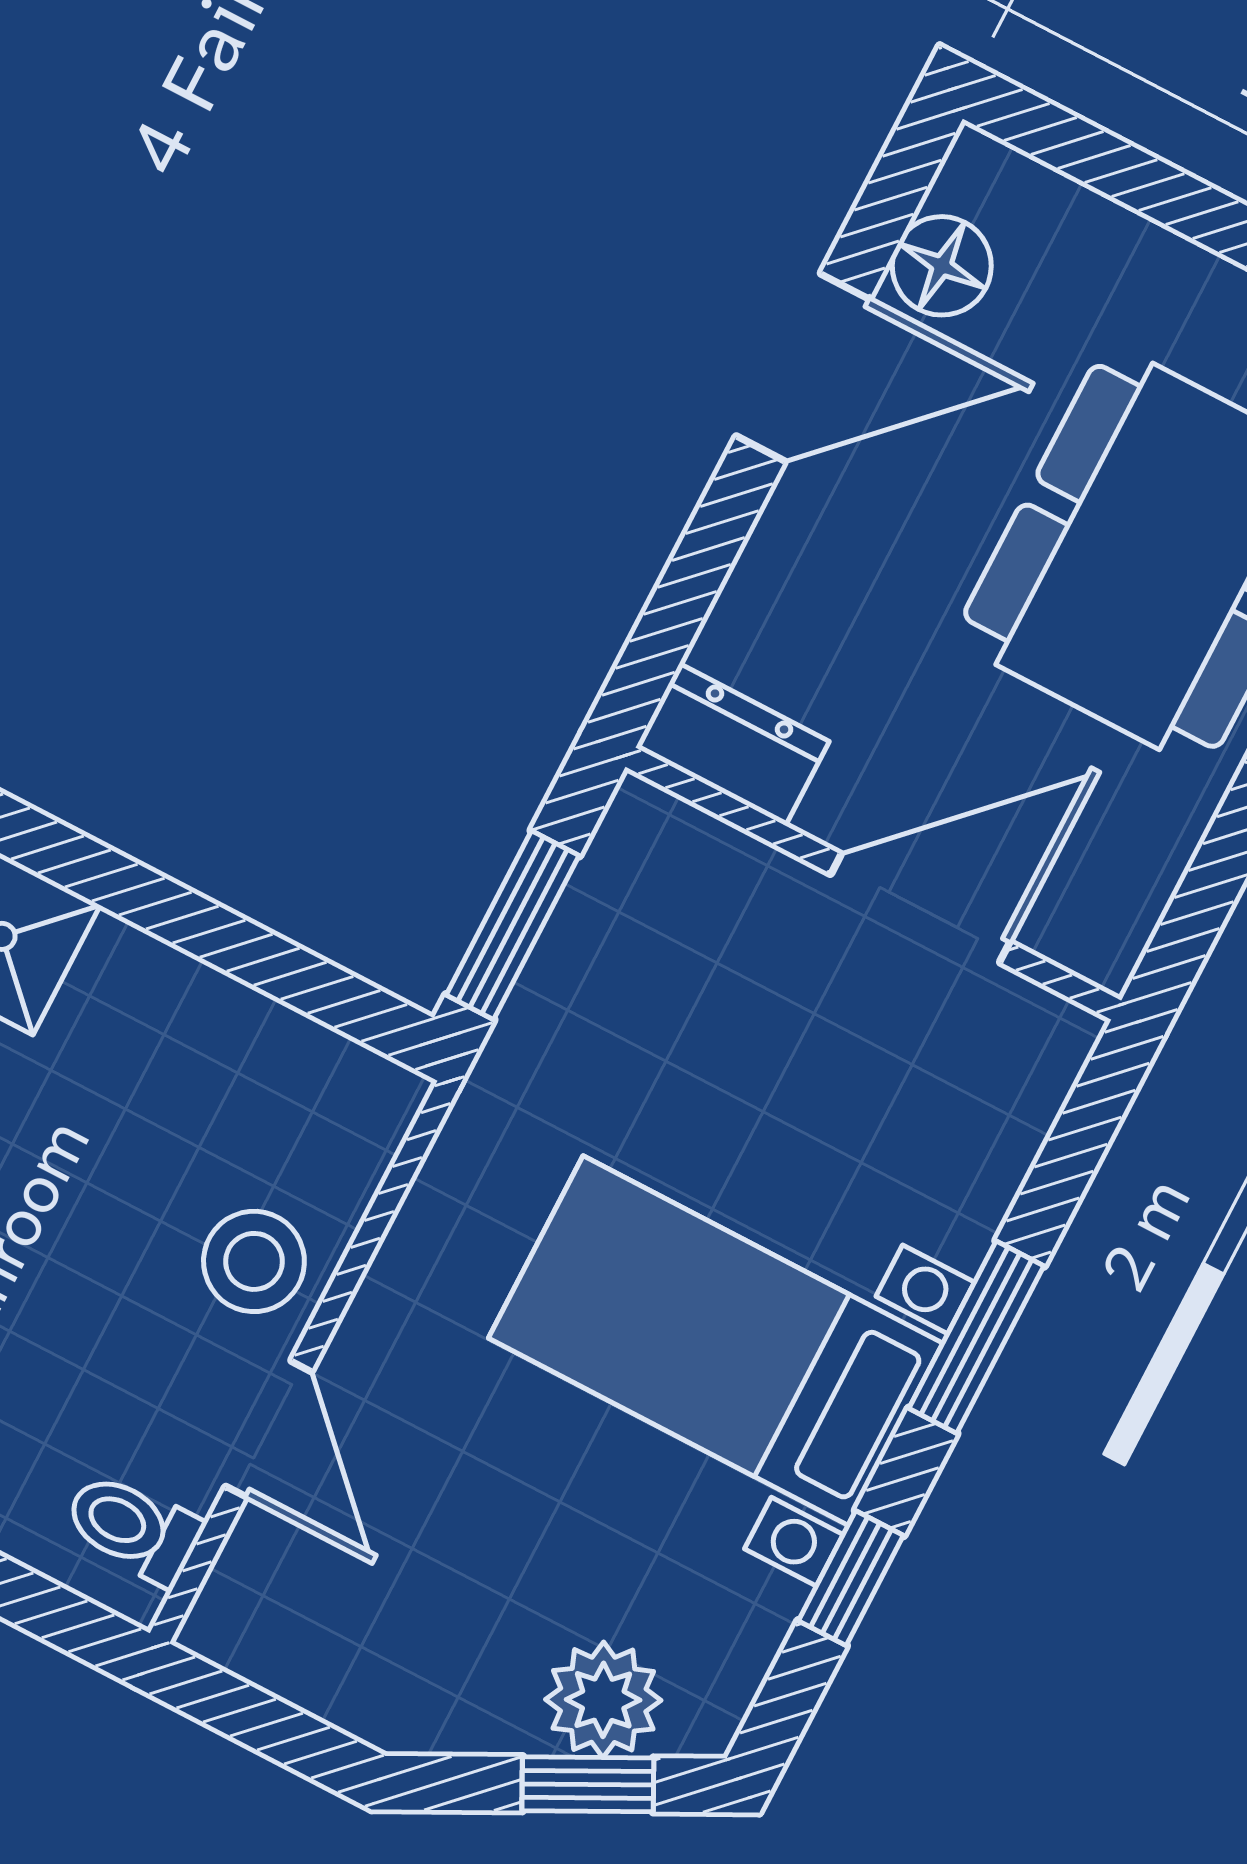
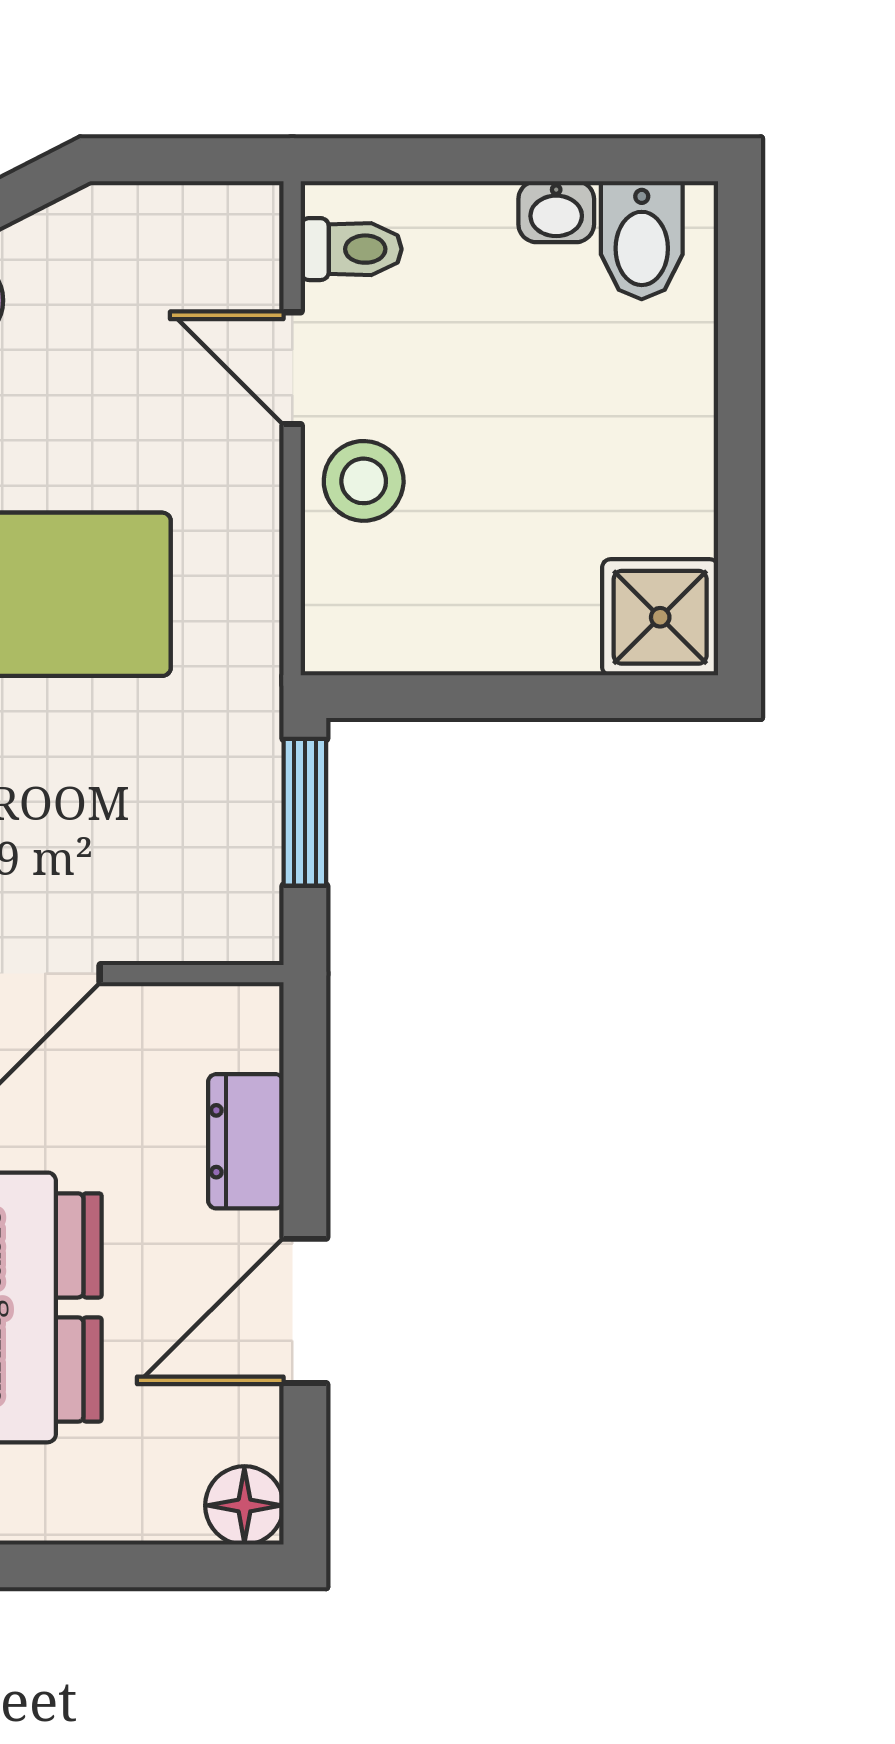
floor lamp: (942, 266) -> (244, 1505), moved
dresser: (732, 744) -> (246, 1141), moved, turned 90

